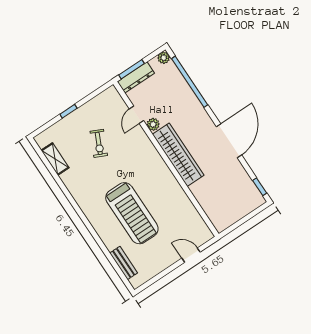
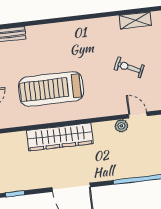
wardrobe: (178, 155) -> (60, 137), moved
treadmill: (132, 213) -> (51, 89), moved

